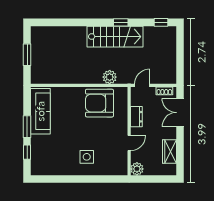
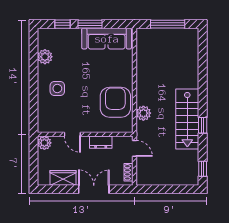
window: (27, 55) -> (168, 24), width x1.44
double door: (180, 113) -> (94, 189), moved
plant: (57, 168) -> (45, 57), added

